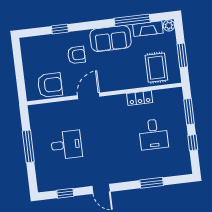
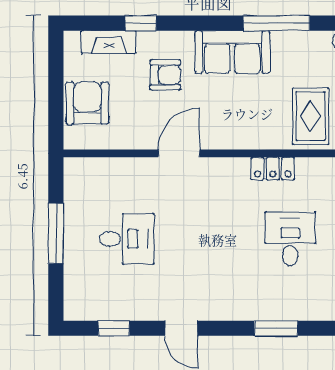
fireplace: (148, 29) -> (109, 42), moved
armchair: (50, 85) -> (87, 103), moved, turned -90
desk: (153, 134) -> (290, 239), turned 180

